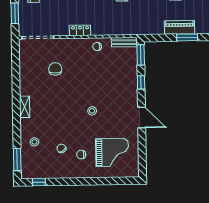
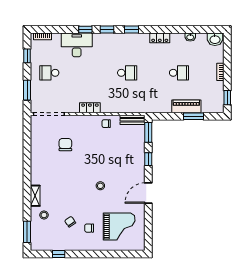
shelving: (25, 107) -> (35, 196), moved
door: (142, 117) -> (148, 193), swing flipped
window: (39, 182) -> (59, 254), moved

